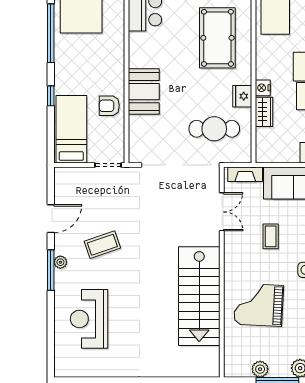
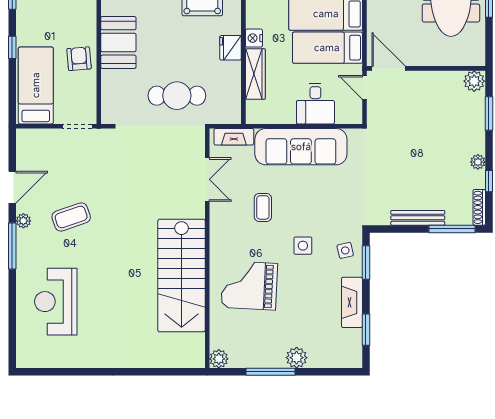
armchair: (109, 106) -> (79, 59), turned 85
wardrobe: (264, 112) -> (255, 74), width x1.50
cafe table: (214, 129) -> (177, 96), moved
plant: (60, 262) -> (23, 221), moved
plant: (260, 369) -> (219, 359), moved

